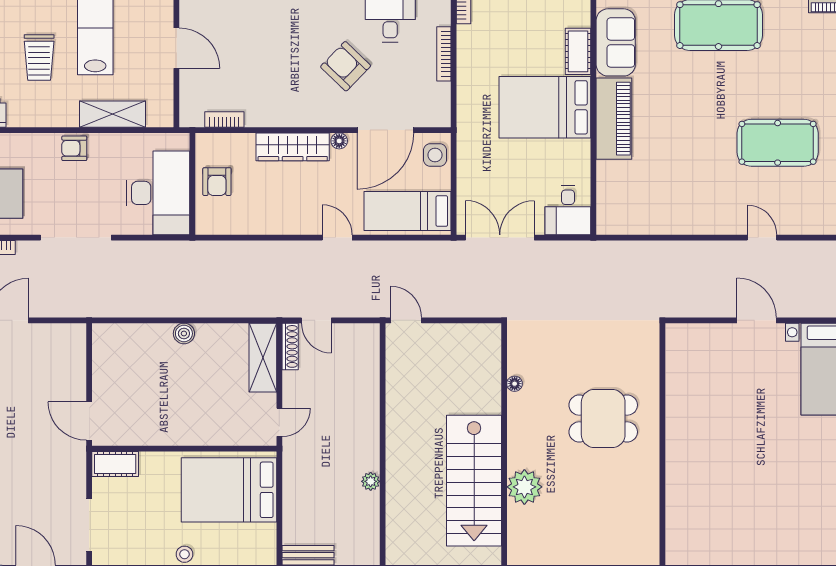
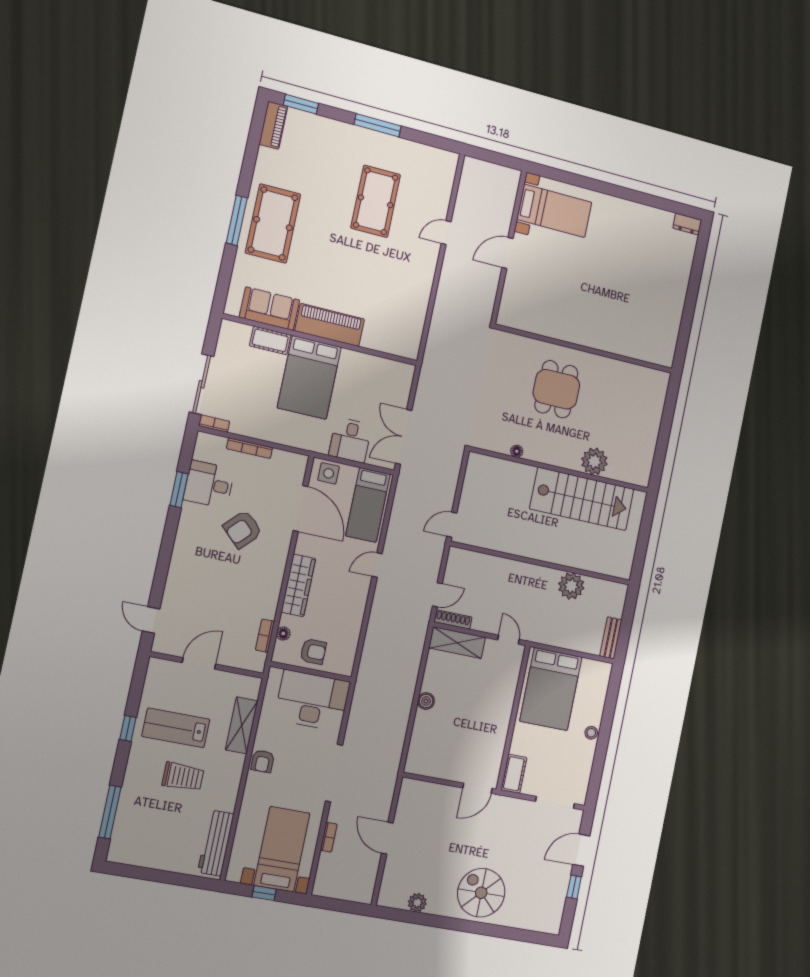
floor lamp: (339, 141) -> (283, 634), moved
desk: (568, 210) -> (350, 440), moved, turned 90
plant: (371, 481) -> (571, 586), width x1.88, depth x1.88

